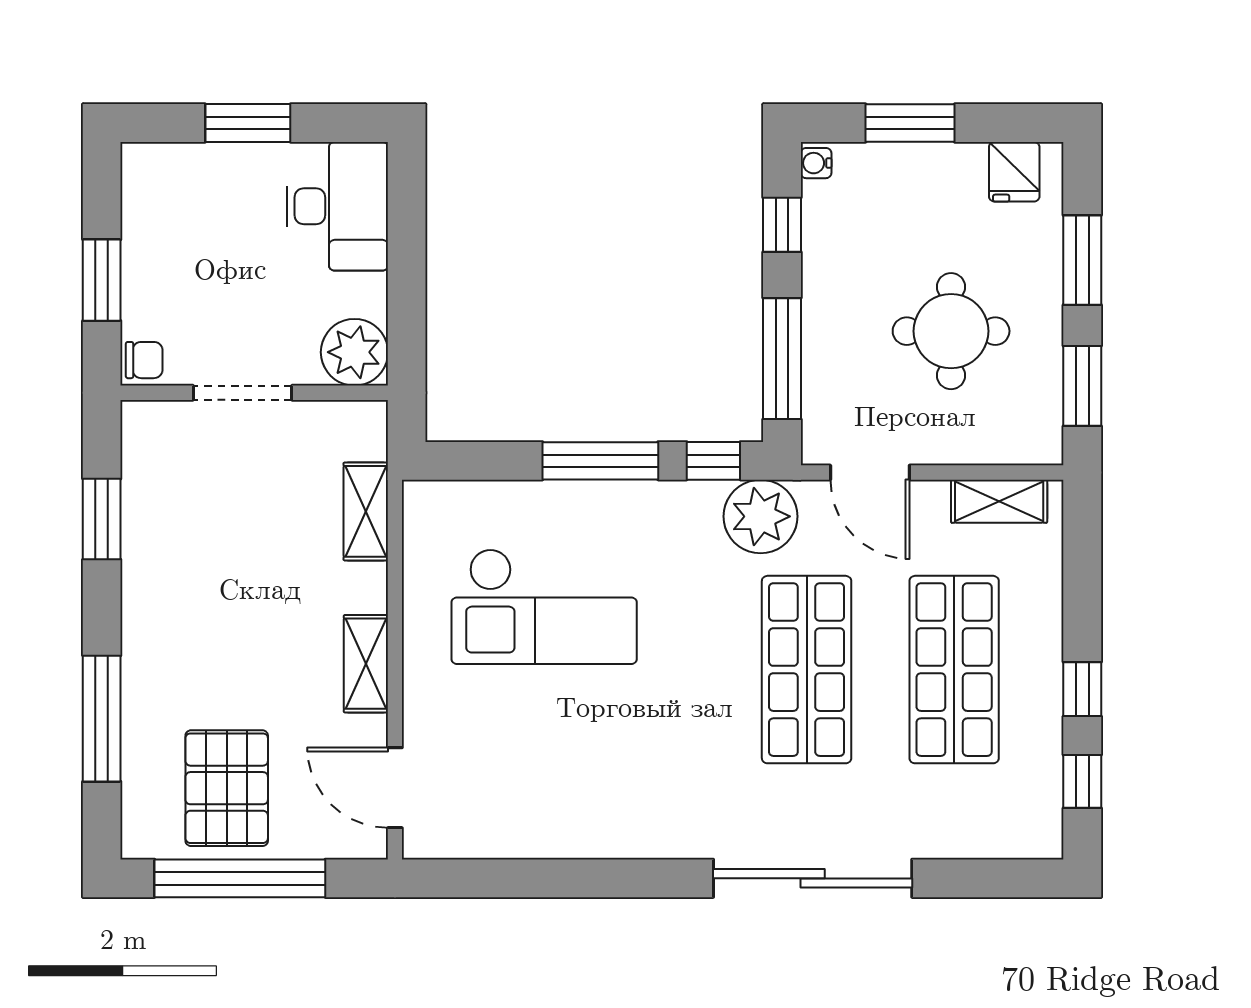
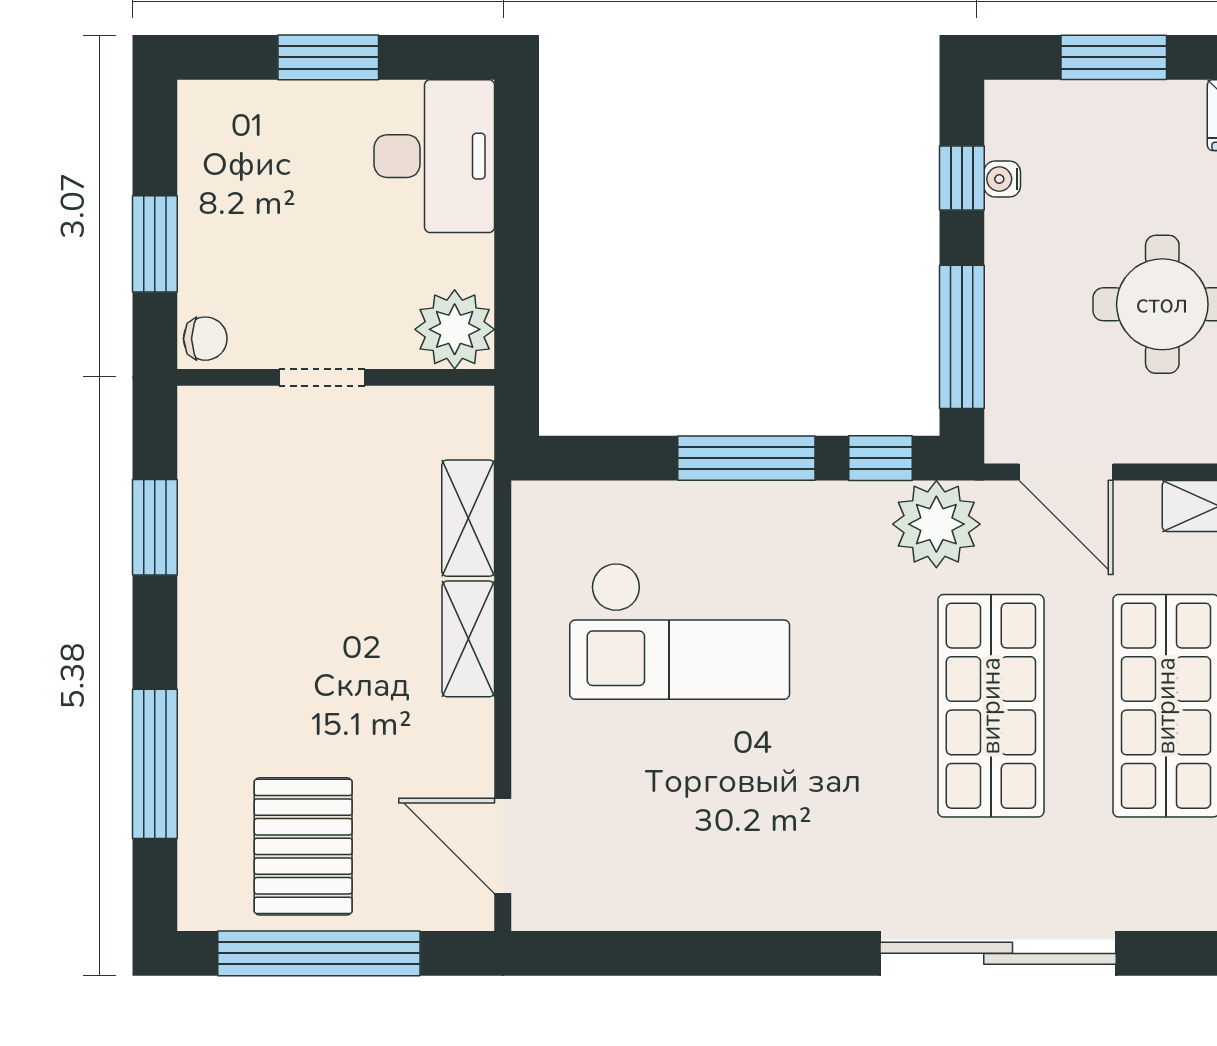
water cooler: (816, 163) -> (1002, 179), moved
doorway: (243, 393) -> (322, 377), width x0.73
shelving: (366, 664) -> (468, 639), moved

